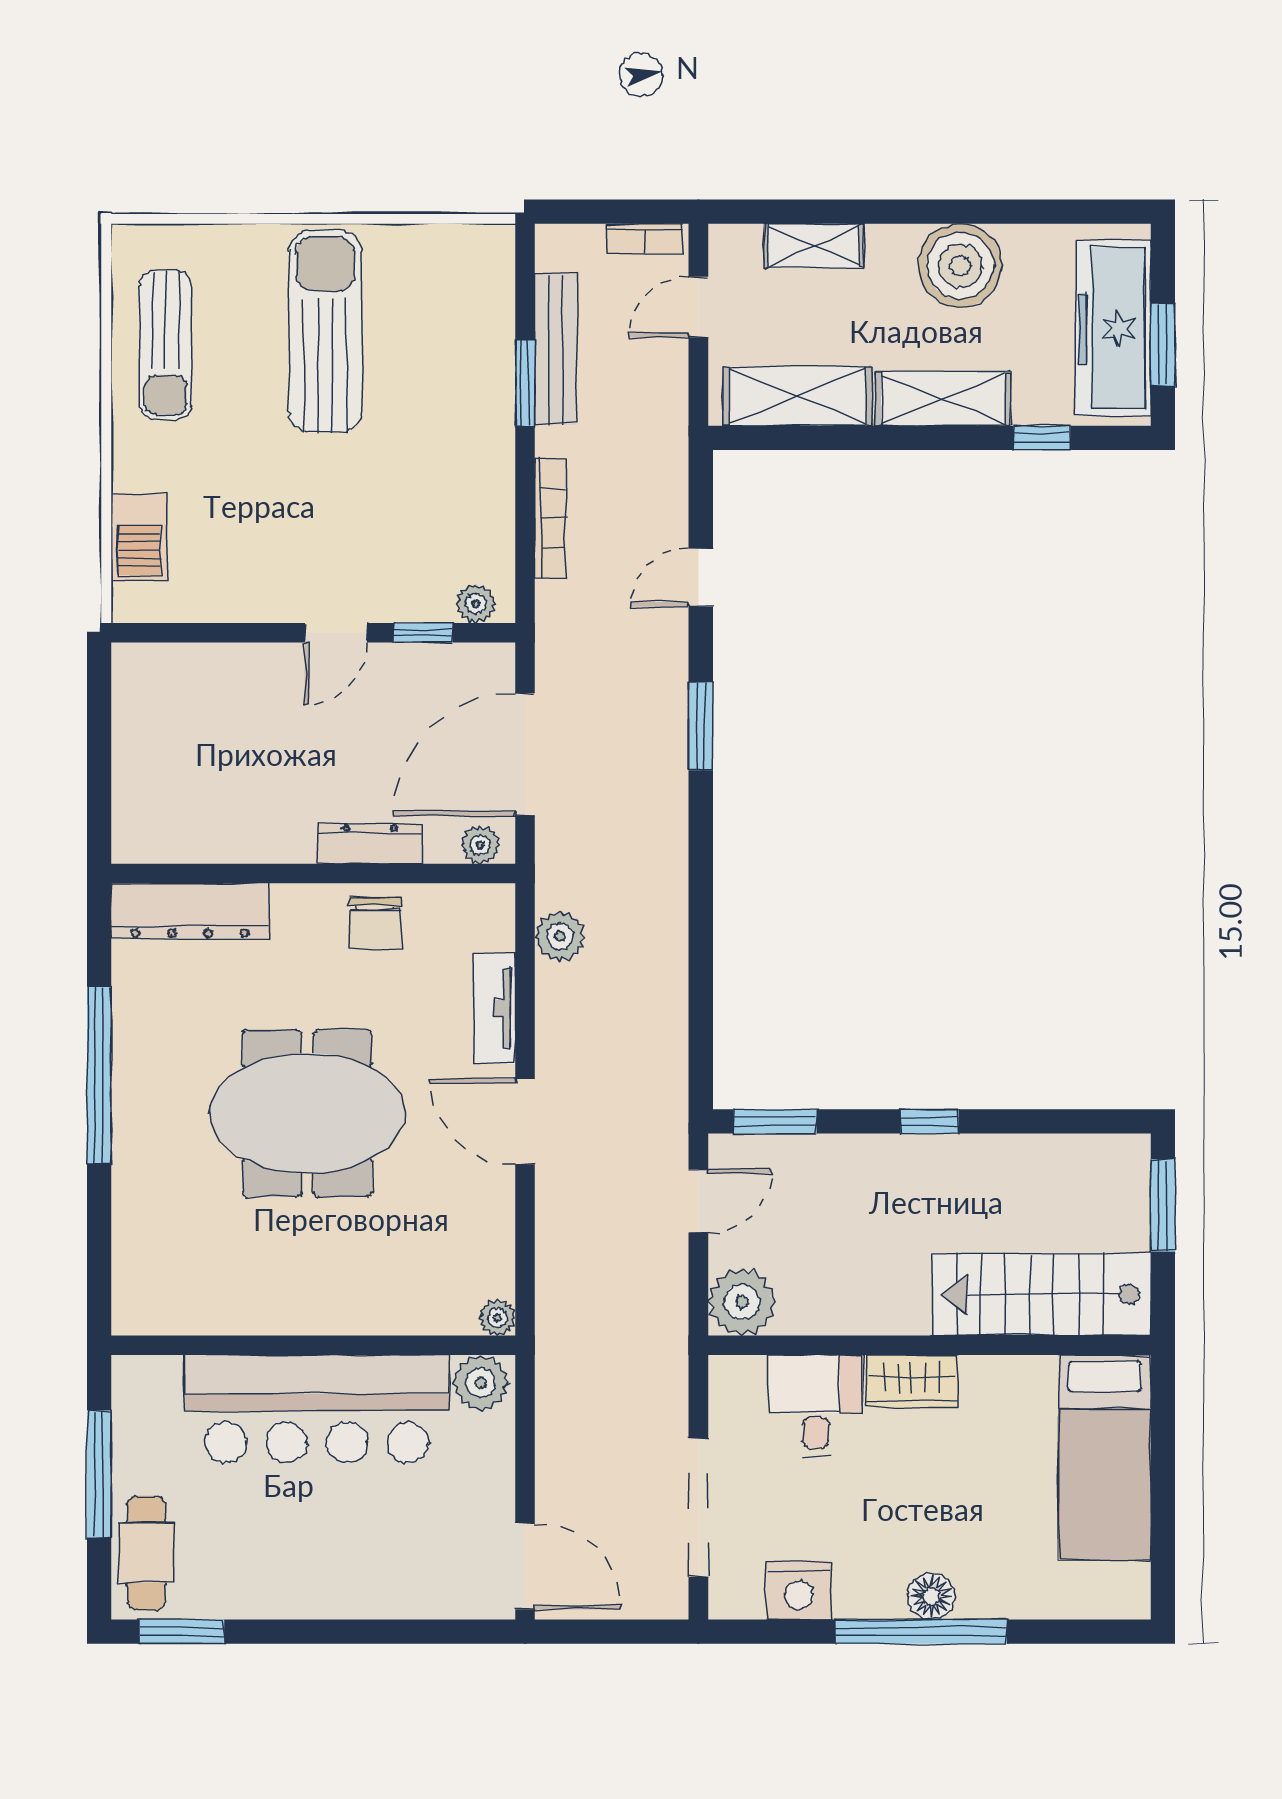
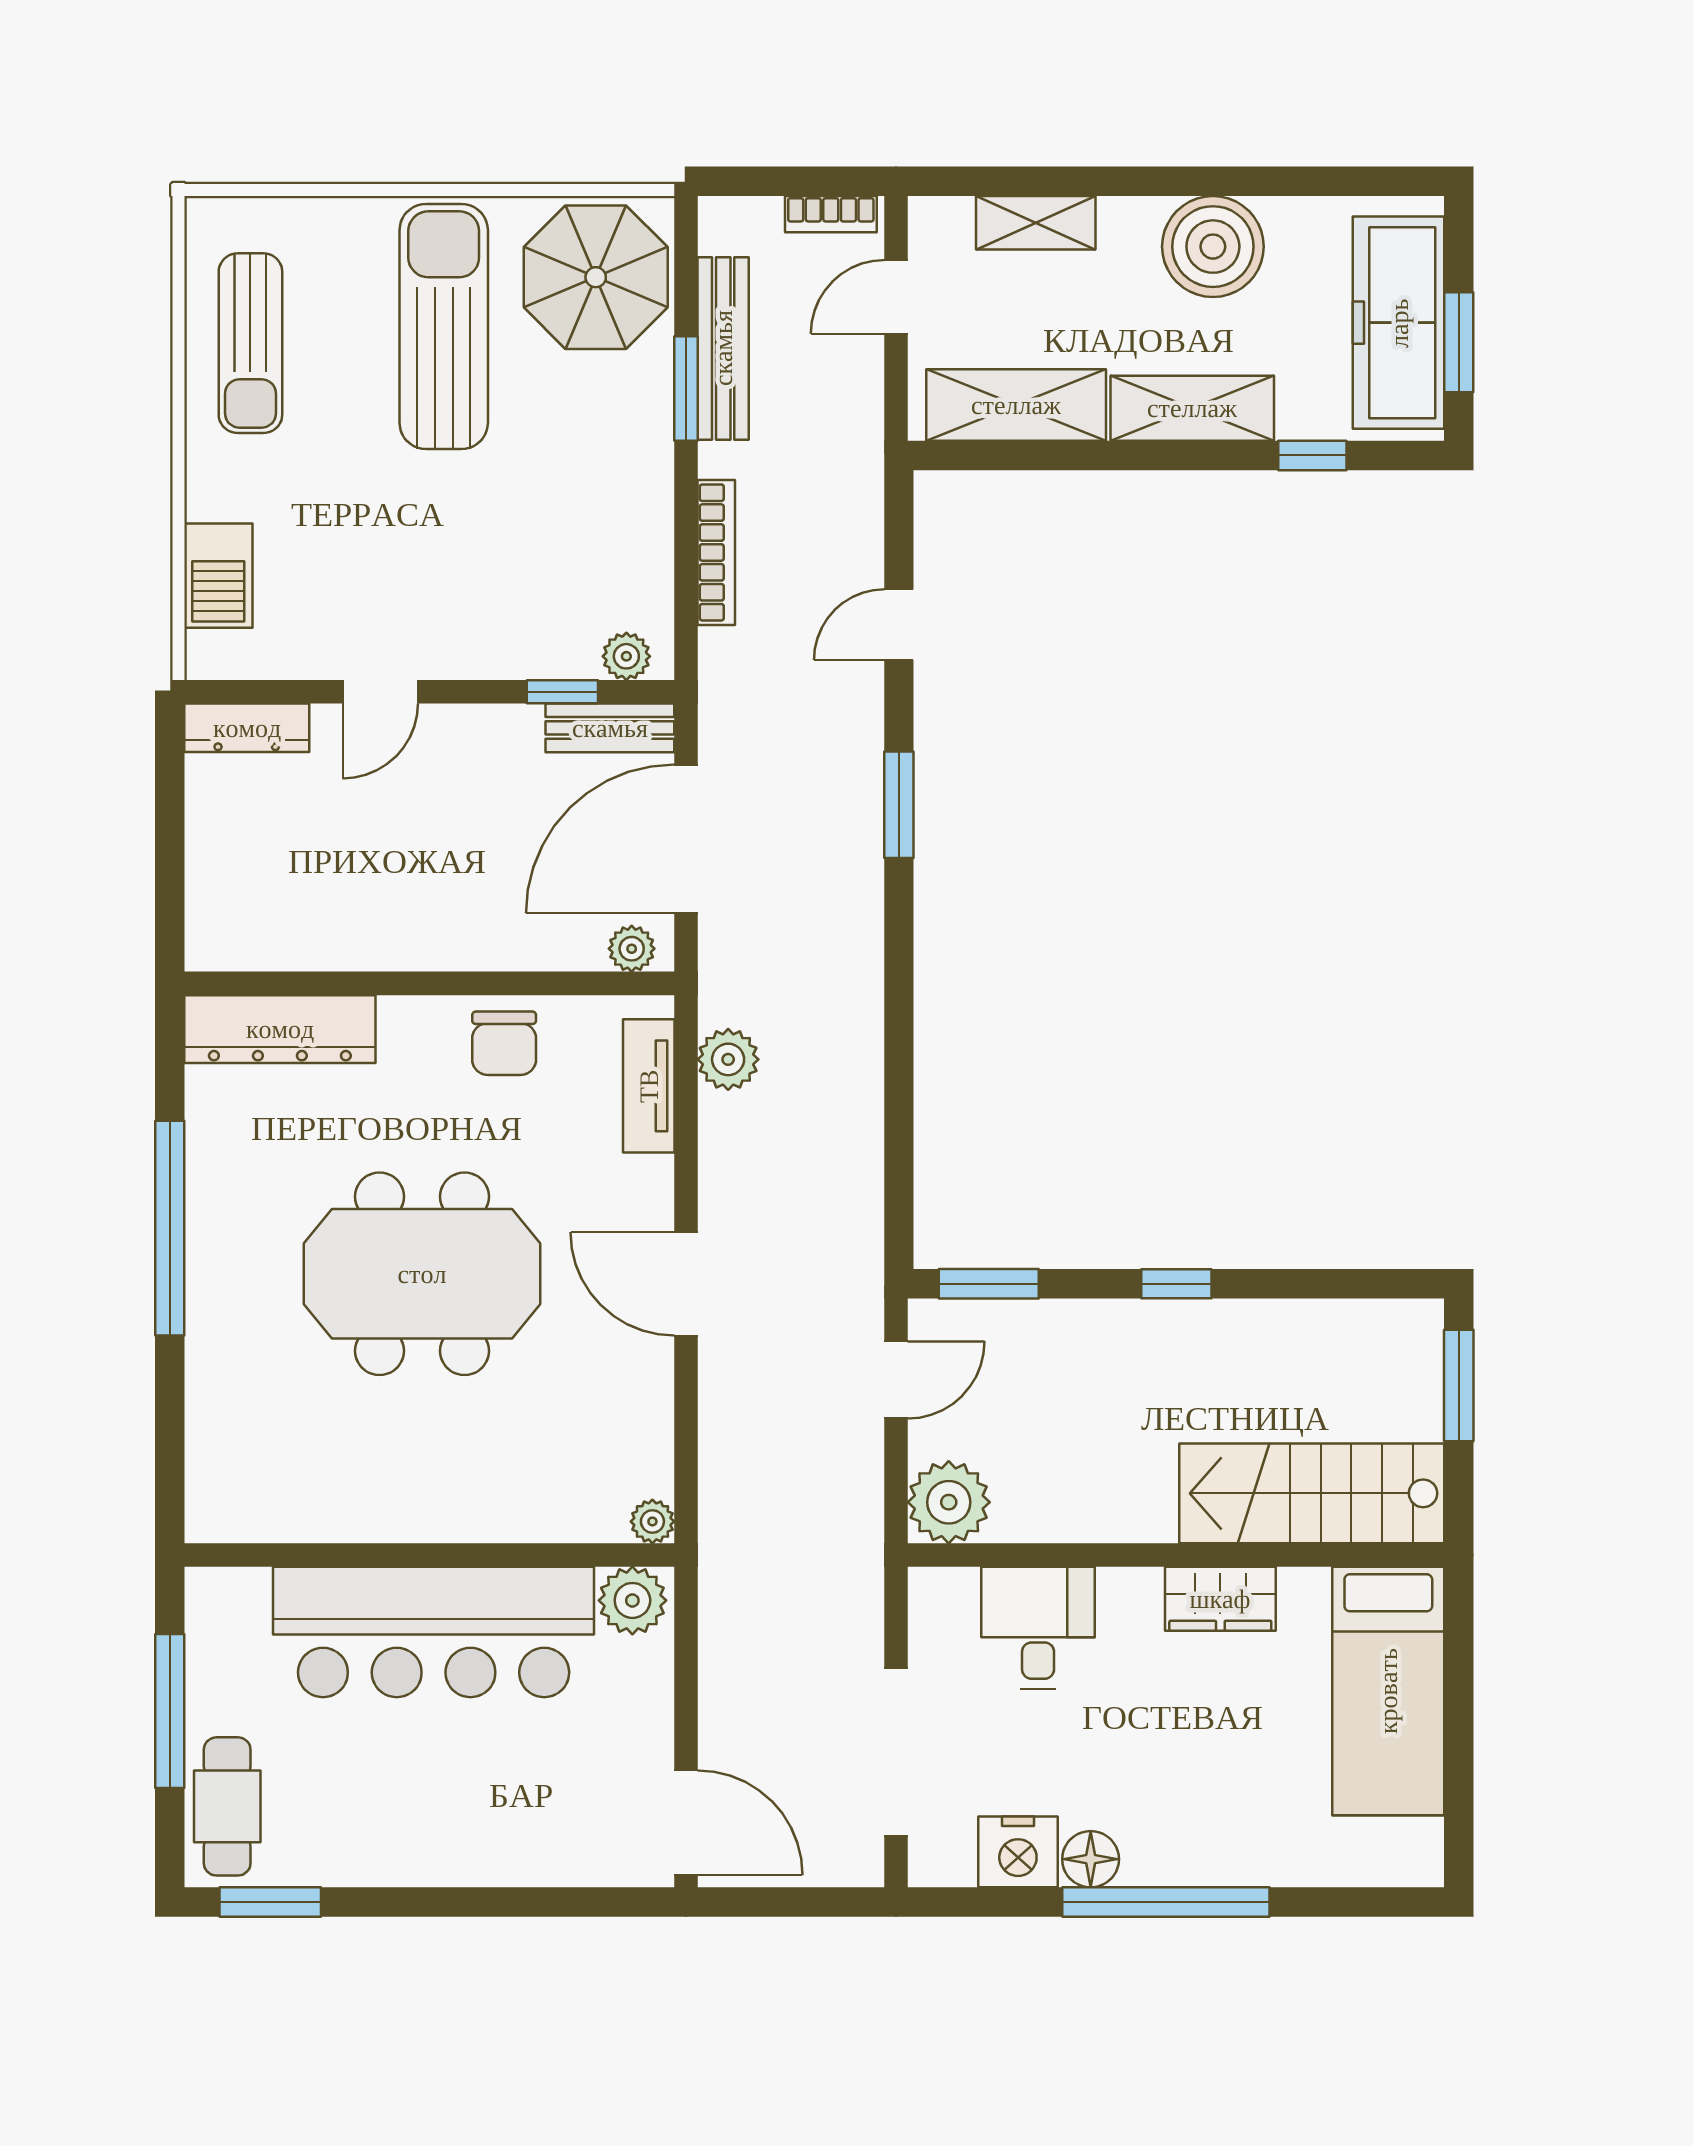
parasol: (451, 291) -> (596, 277), added
door: (336, 633) -> (380, 692), moved
bench: (462, 663) -> (610, 728), added
dresser: (370, 844) -> (247, 728), moved, turned 180
tv unit: (494, 1009) -> (649, 1086), moved
wardrobe: (912, 1381) -> (1220, 1599), moved
floor lamp: (931, 1596) -> (1091, 1859), moved

